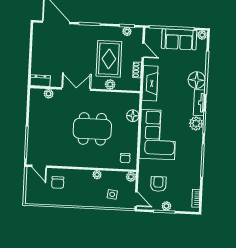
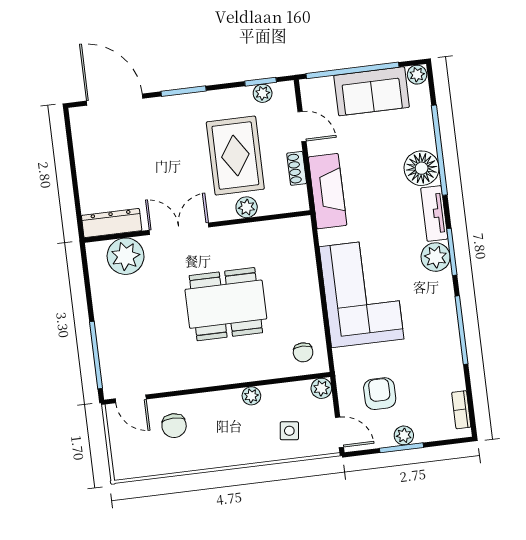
dresser: (40, 81) -> (112, 223), width x1.44
plant: (49, 94) -> (126, 256), width x1.88, depth x1.88
floor lamp: (133, 116) -> (304, 263), removed

